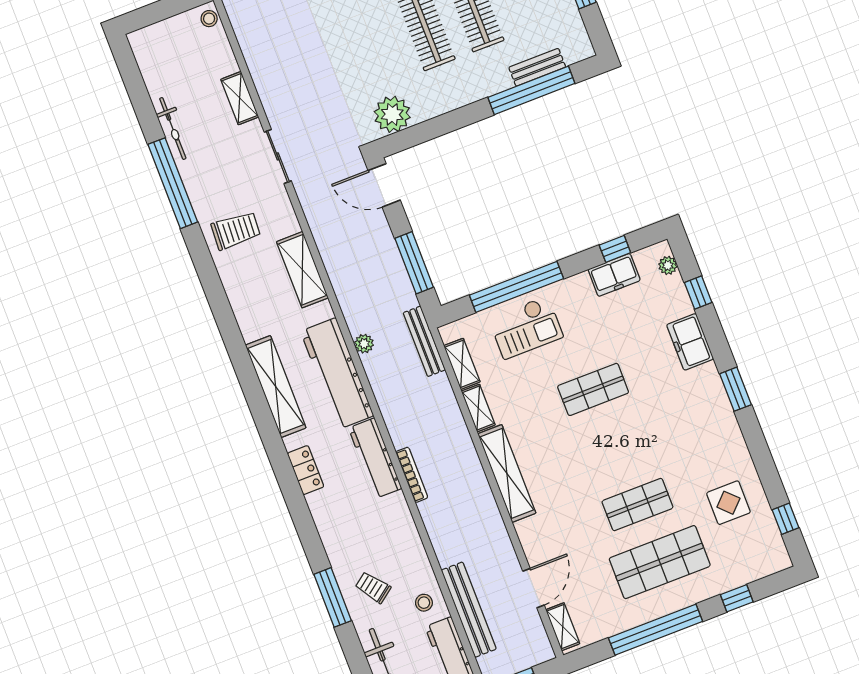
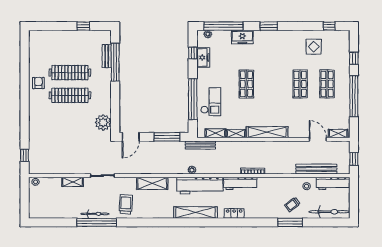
bicycle: (173, 128) -> (95, 214), moved
window: (698, 292) -> (223, 26), width x3.17
shop shelf: (660, 562) -> (327, 84), width x0.70, depth x0.74

